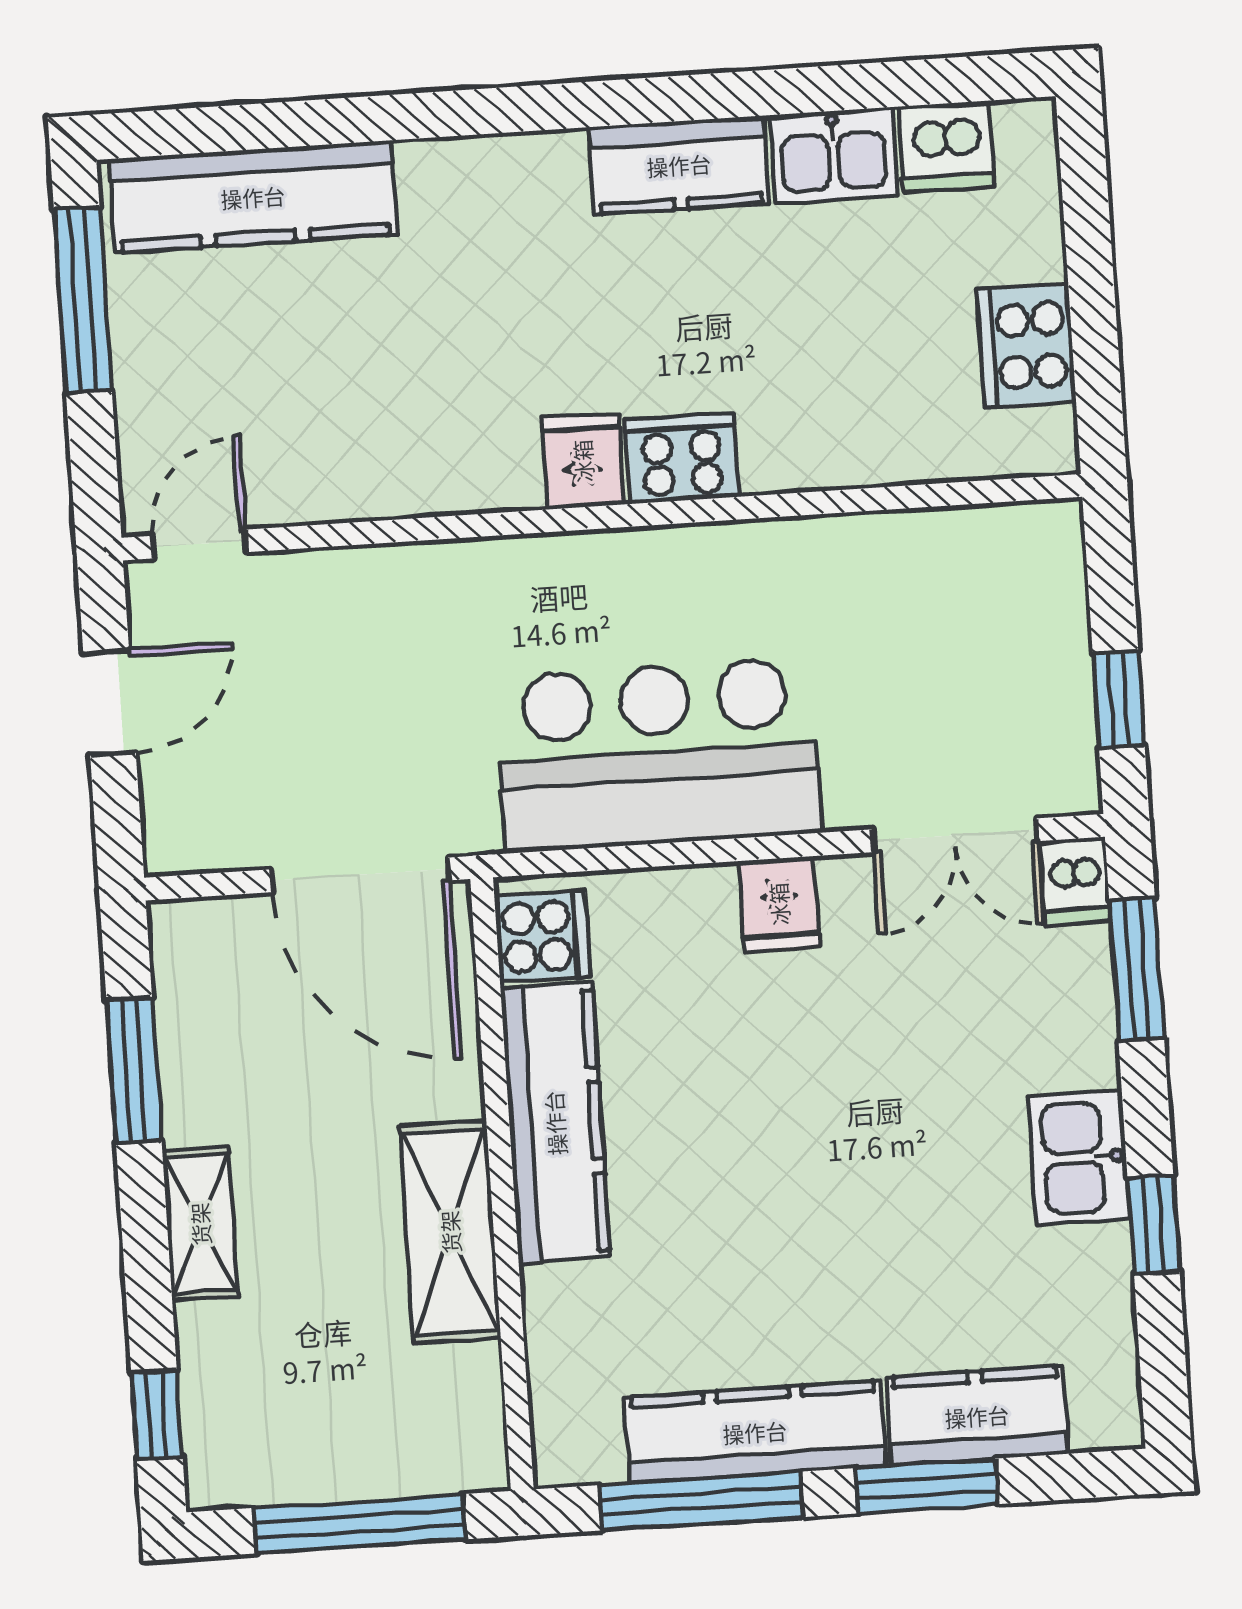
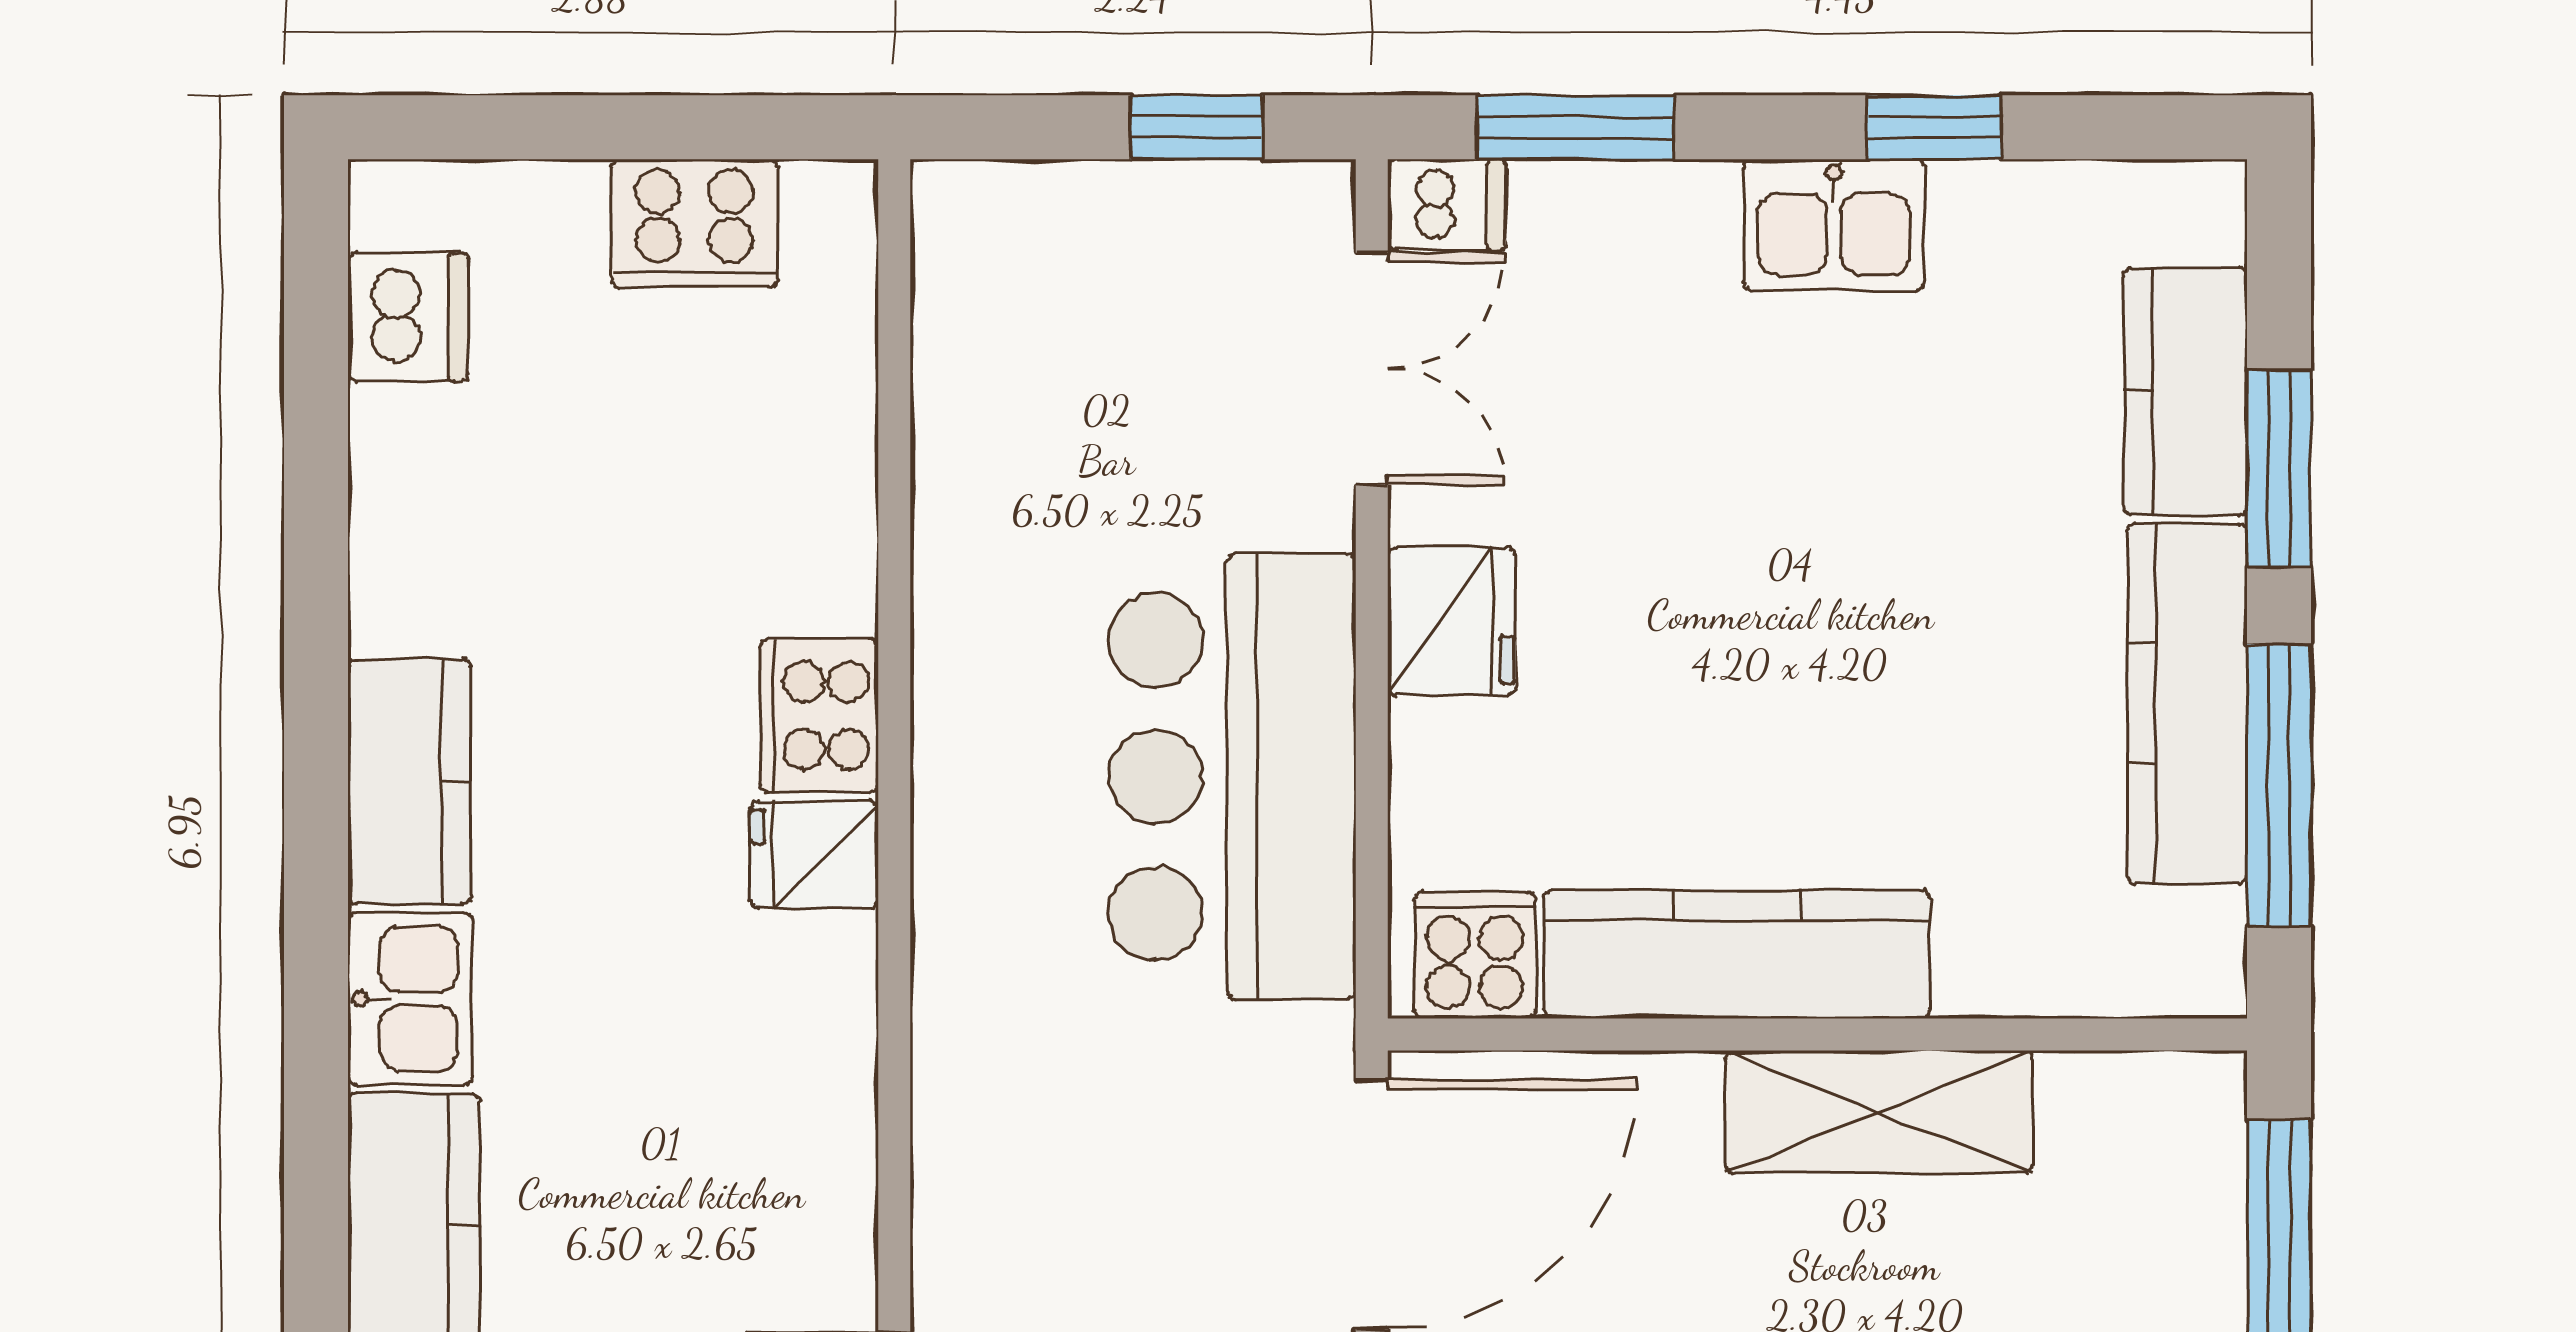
kitchen sink: (834, 156) -> (410, 999), moved
kitchen counter: (679, 165) -> (409, 781), moved
fridge: (779, 904) -> (1451, 621), width x1.38

